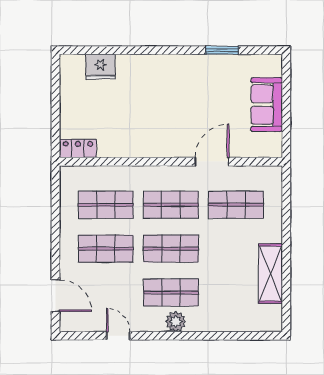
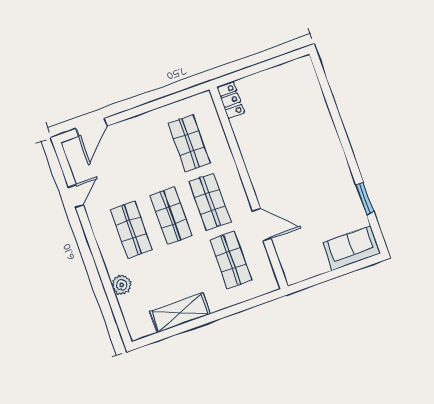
fridge: (100, 67) -> (311, 94), removed
sofa: (267, 105) -> (351, 248), moved
shop shelf: (106, 249) -> (150, 157), removed
plant: (176, 322) -> (122, 285), moved

